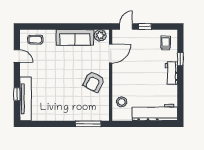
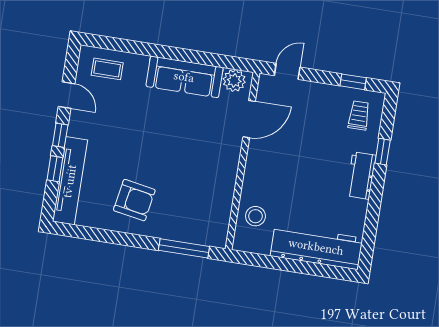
window: (145, 26) -> (353, 82), moved
window: (17, 77) -> (60, 135), added
armchair: (94, 82) -> (134, 200), moved, turned -106

